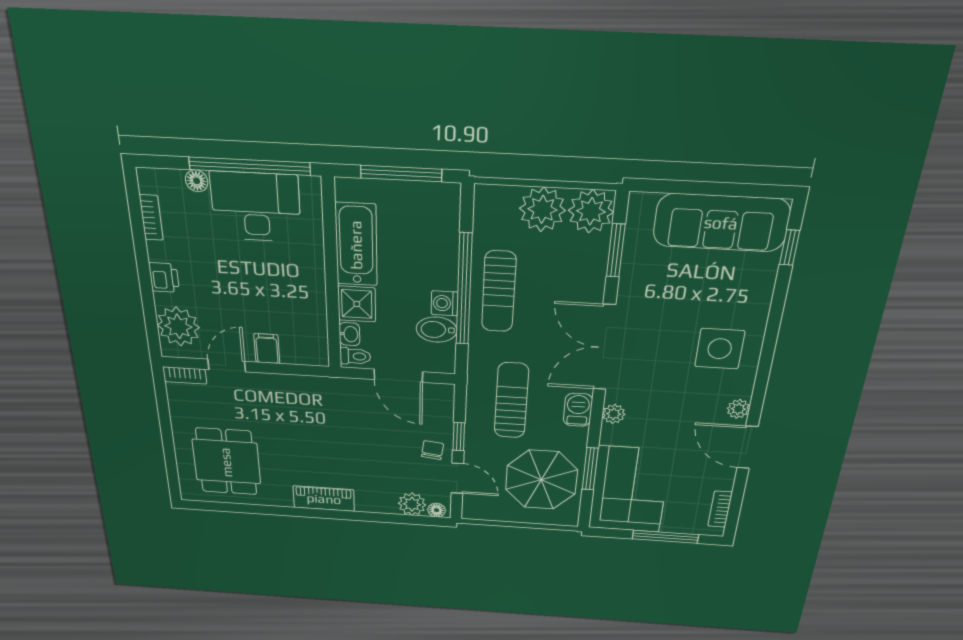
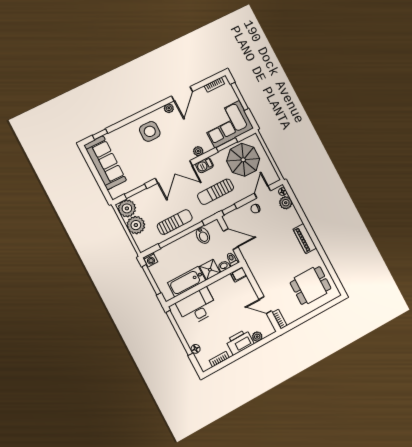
desk: (256, 207) -> (197, 307), moved, turned 90
printer: (164, 277) -> (240, 342), width x1.87, depth x1.48
washing machine: (445, 303) -> (151, 260), moved
plant: (178, 326) -> (257, 337), width x0.53, depth x0.53
filing cabinet: (267, 349) -> (239, 274), moved
door: (398, 376) -> (231, 239), hinge flipped
window: (459, 437) -> (229, 209), moved

